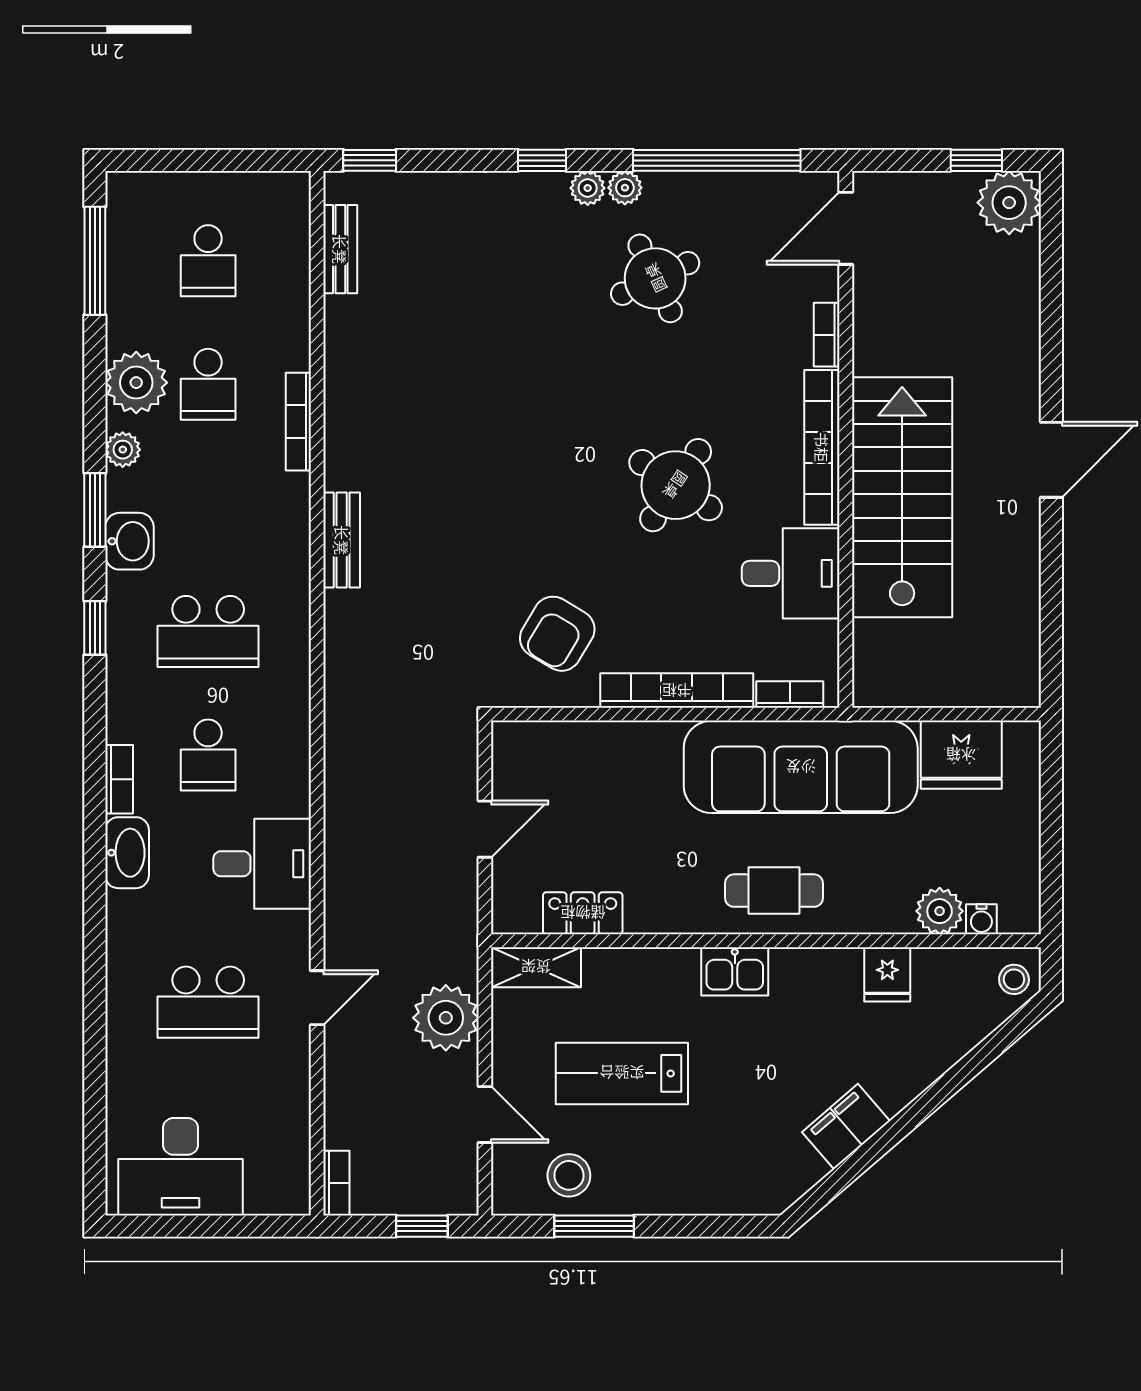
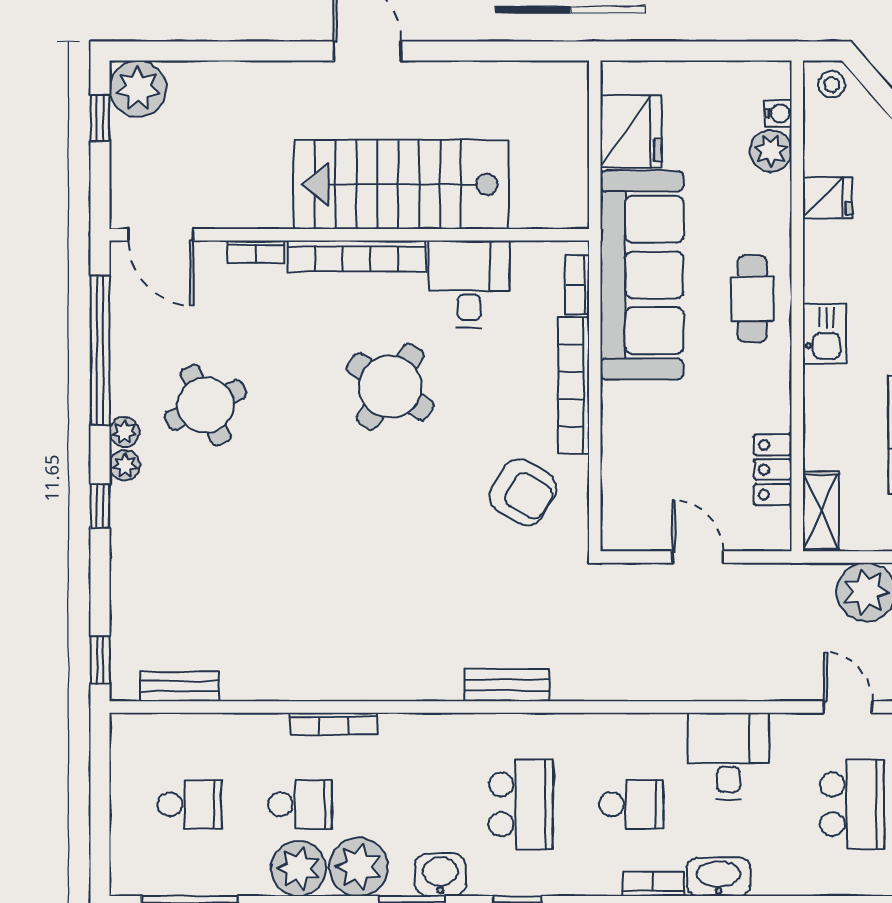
plant: (123, 450) -> (358, 867), width x1.87, depth x1.87
bench: (342, 540) -> (507, 685), moved

